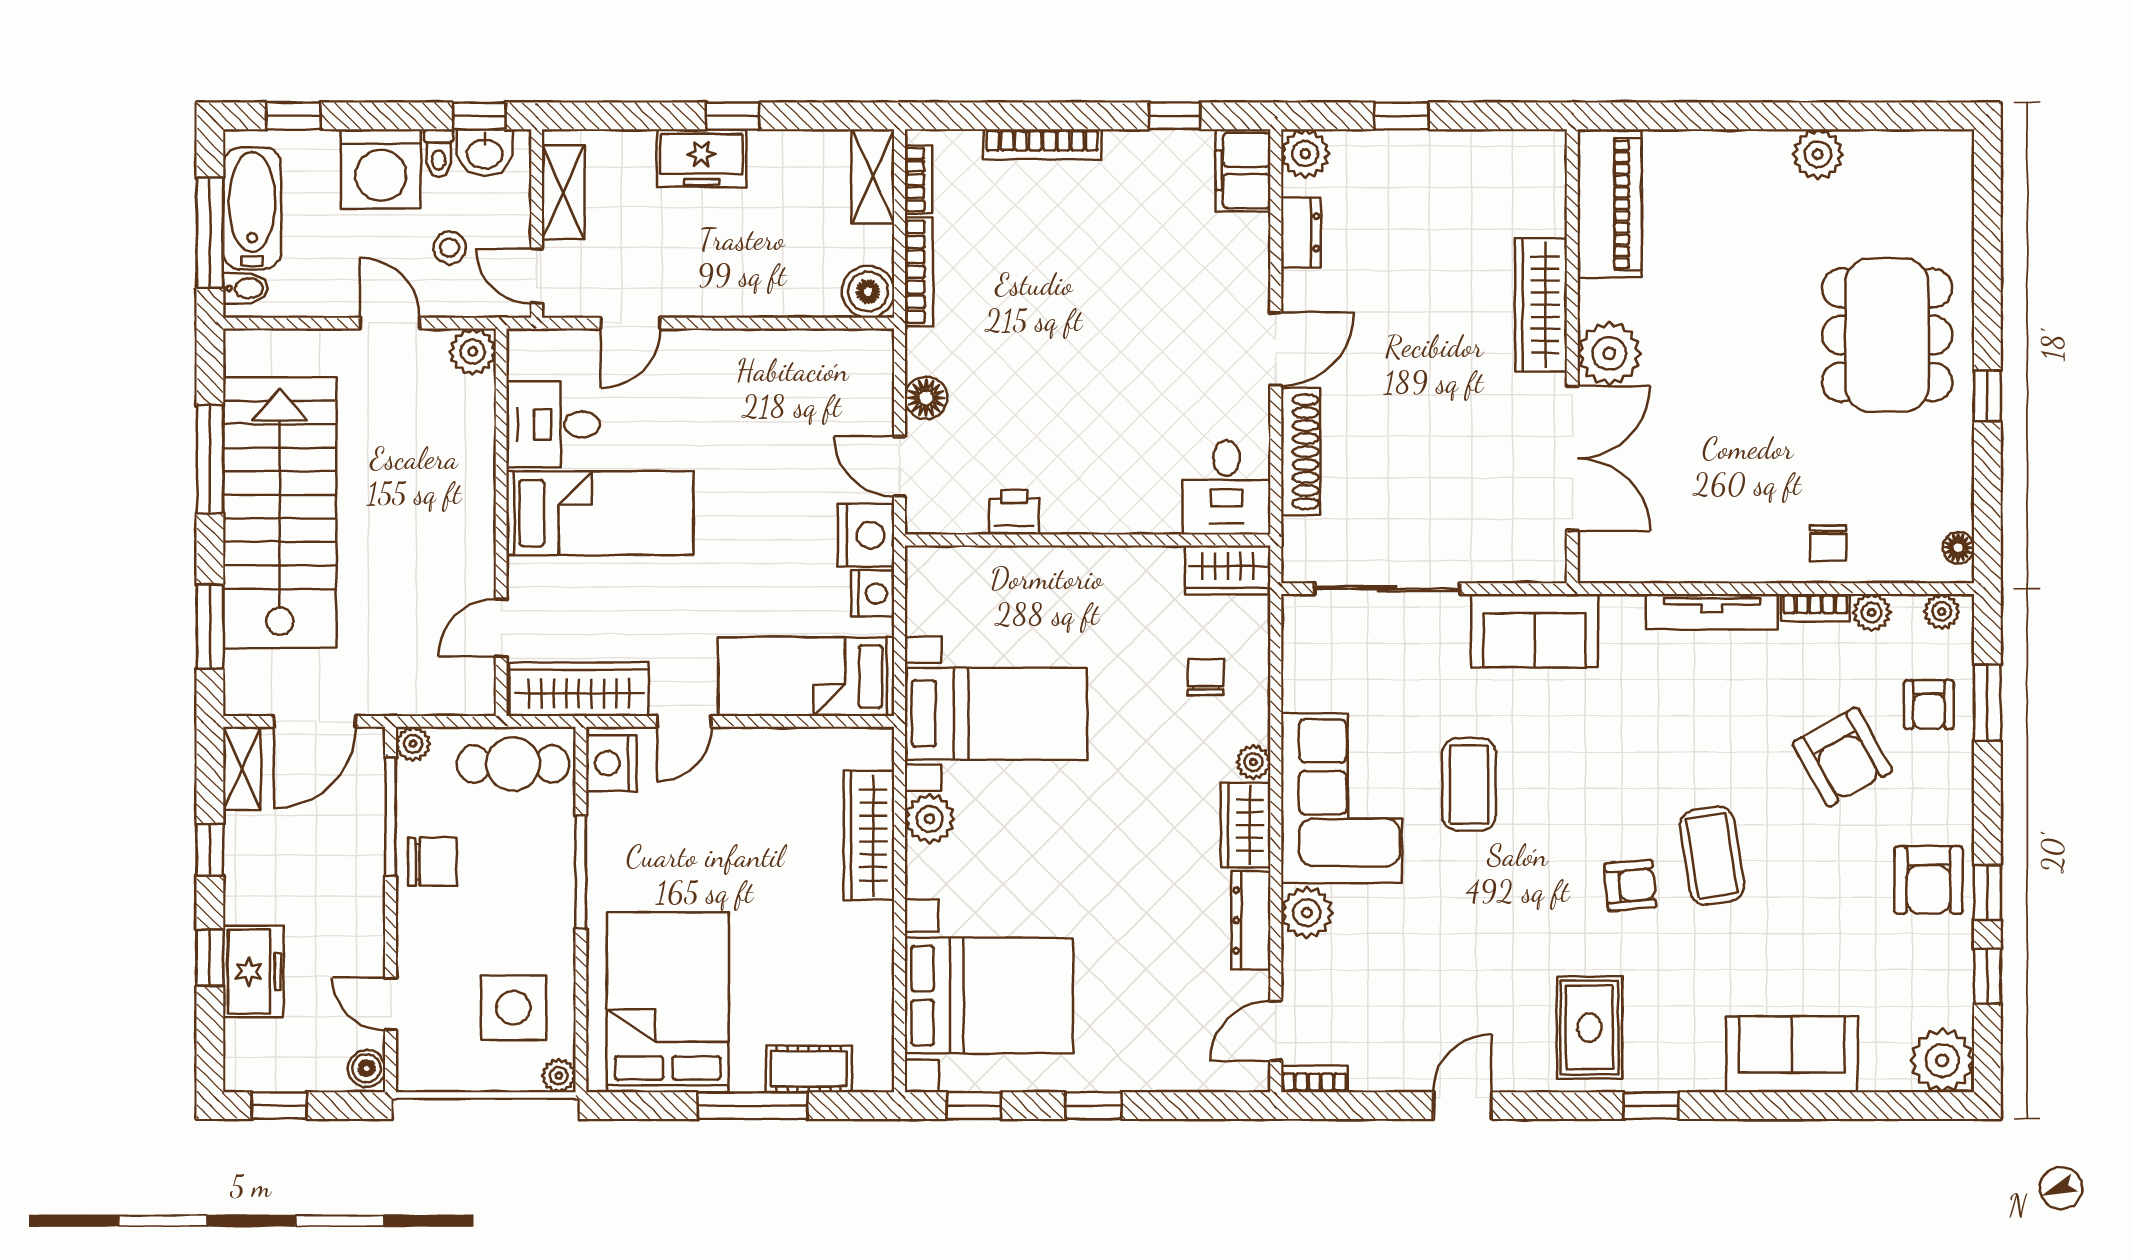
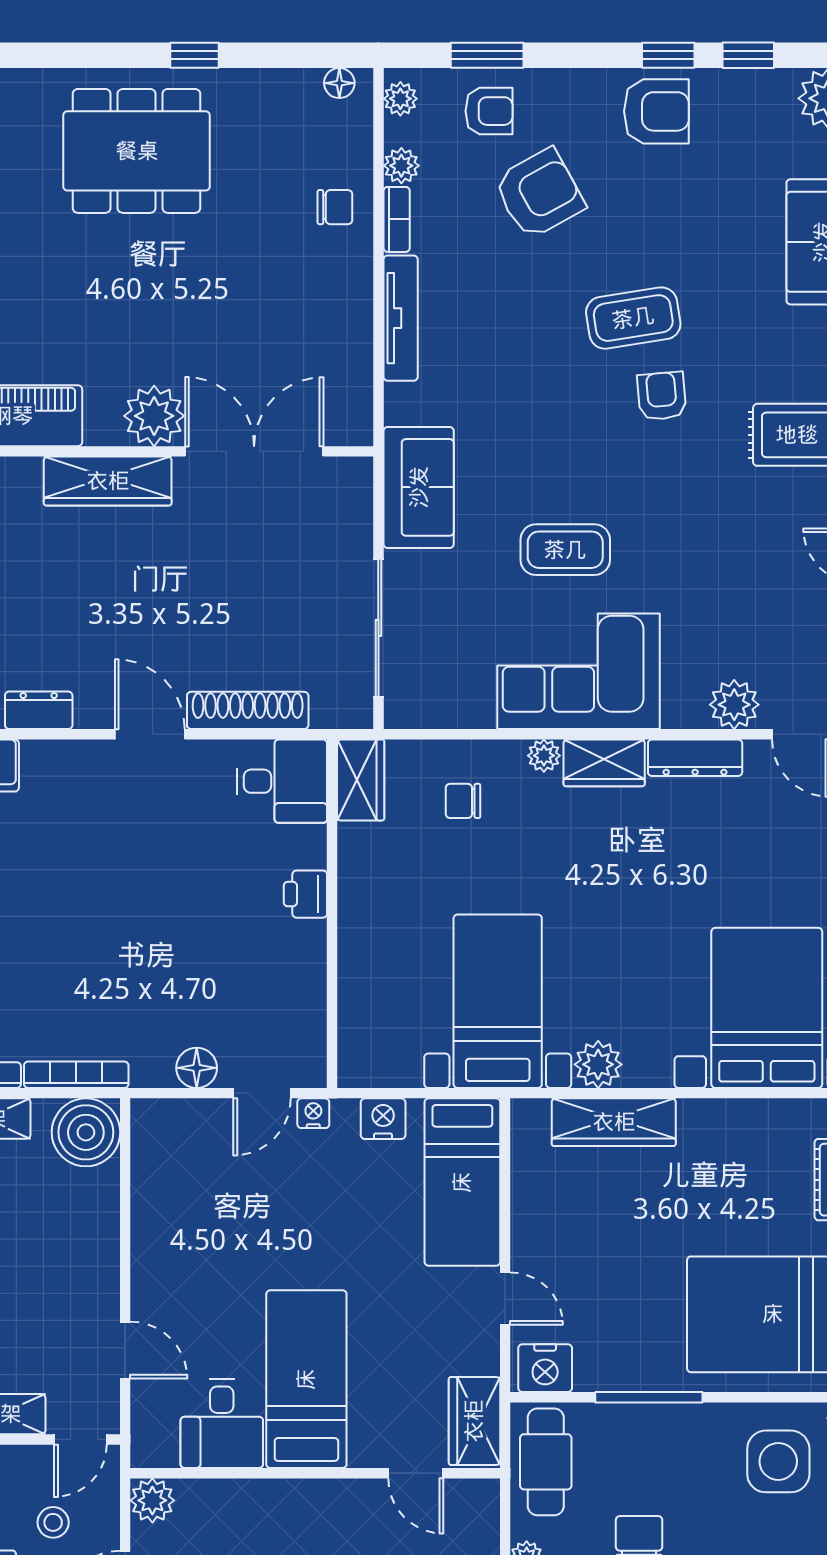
boiler: (868, 292) -> (86, 1132), width x1.37, depth x1.37
printer: (1014, 512) -> (305, 894), moved
nightstand: (866, 535) -> (313, 1113), width x0.53, depth x0.56
wardrobe: (579, 689) -> (474, 1421), width x0.67
plant: (1307, 913) -> (734, 705), moved

